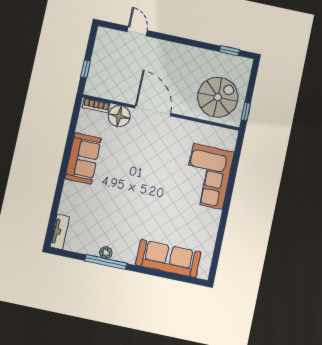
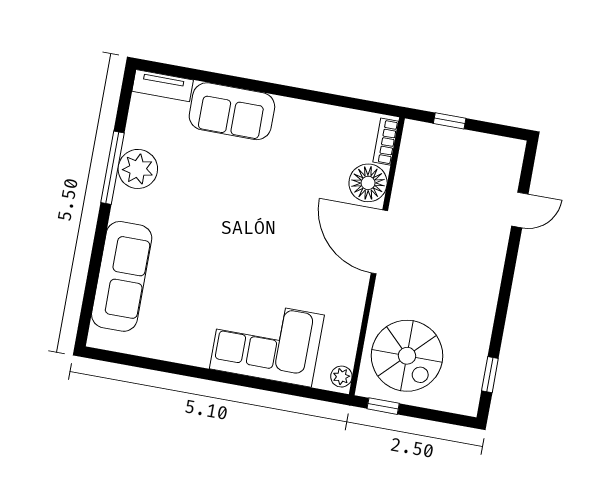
door: (153, 111) -> (379, 242), swing flipped
plant: (229, 135) -> (341, 377), added
sofa: (83, 158) -> (232, 111), moved
plant: (106, 253) -> (138, 169), width x1.88, depth x1.88

